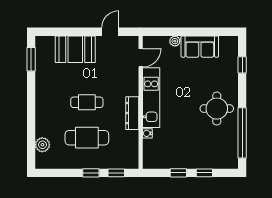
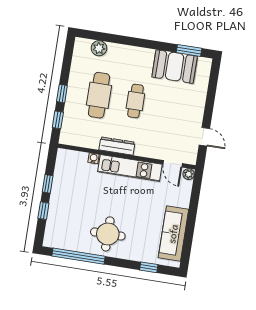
plant: (175, 41) -> (189, 174), moved
sofa: (200, 47) -> (173, 234), width x1.36
booth: (75, 49) -> (175, 67), moved, turned 90

